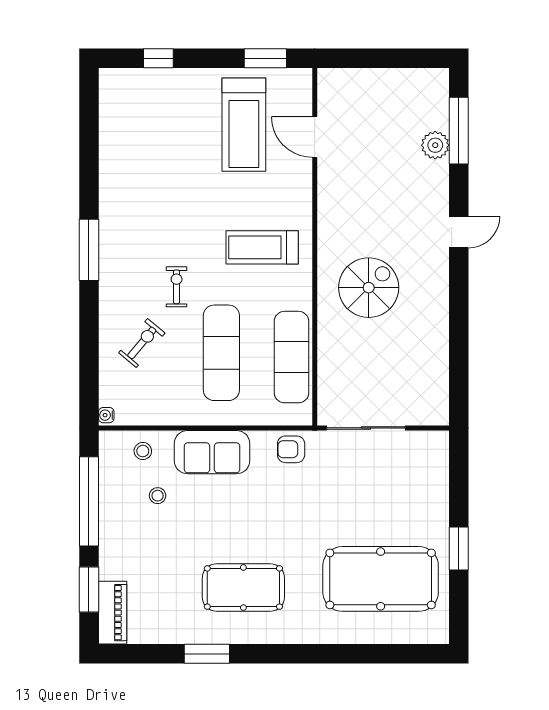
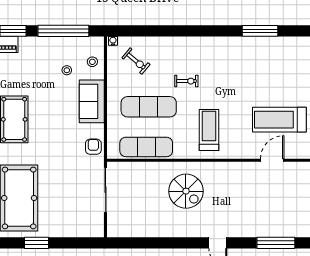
plant: (435, 145) -> (268, 229), removed
window: (89, 250) -> (260, 31), moved
exercise bike: (142, 343) -> (136, 61), moved

